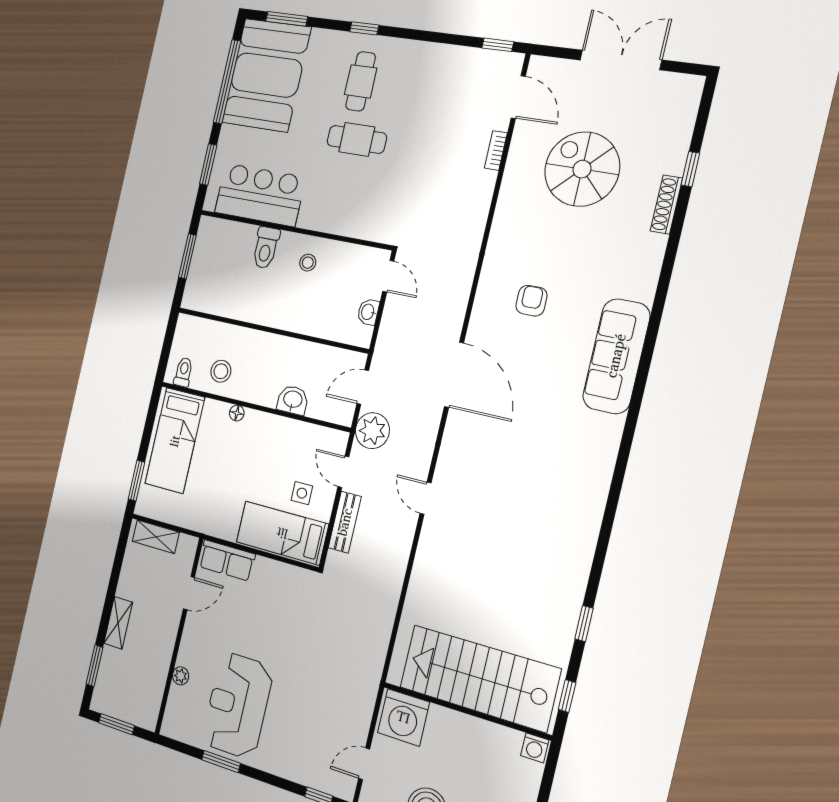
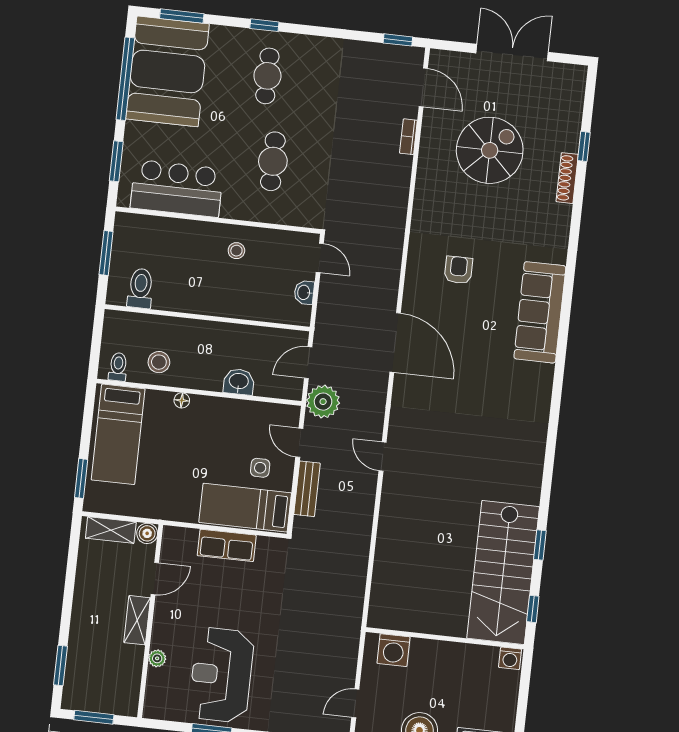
cafe table: (357, 139) -> (273, 161), moved, turned 90
spiral stairs: (582, 169) -> (490, 150), turned 90
toilet: (266, 248) -> (140, 288), moved, turned 180
boiler: (188, 545) -> (147, 533), added
row of seats: (227, 560) -> (227, 545), moved
shelving: (118, 623) -> (137, 620), moved
stairs: (479, 678) -> (503, 572), moved, turned -90
washing machine: (403, 717) -> (393, 650), width x0.73, depth x0.73

